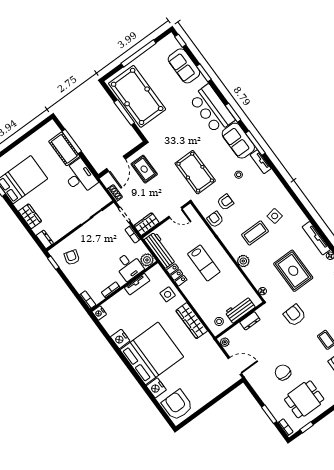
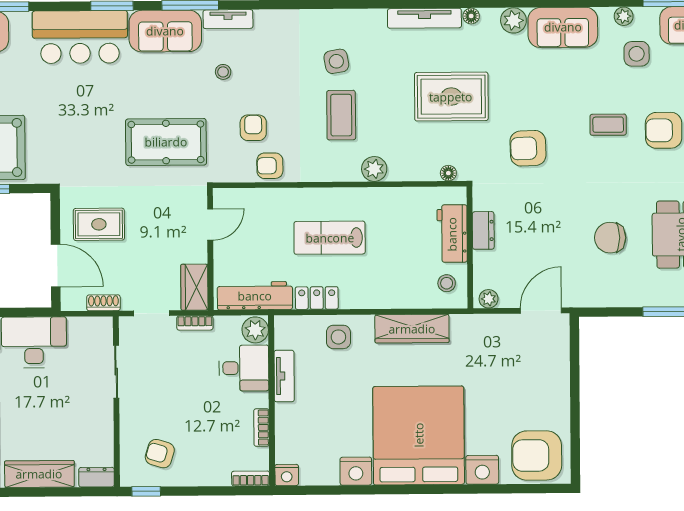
wardrobe: (30, 216) -> (39, 474), width x1.50
lab bench: (204, 263) -> (330, 238), turned 180

